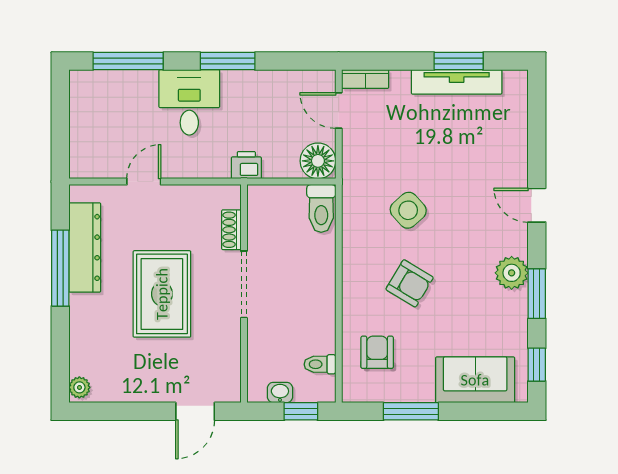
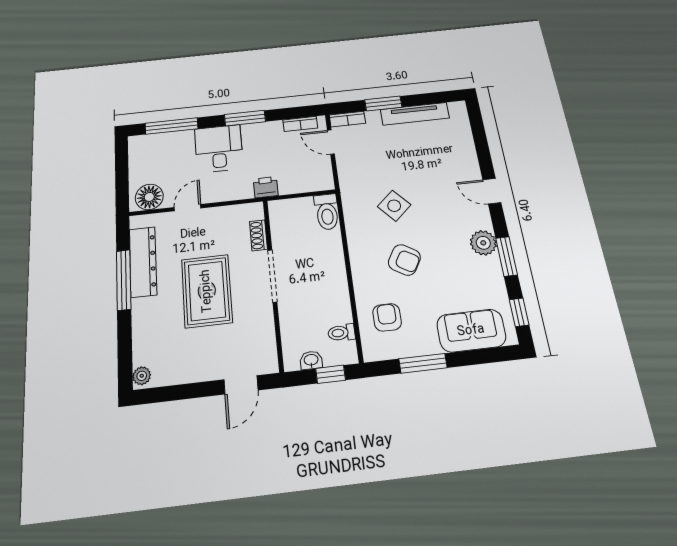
window: (459, 61) -> (383, 103), moved
bookcase: (301, 79) -> (300, 124), added
floor lamp: (318, 161) -> (149, 197), moved

